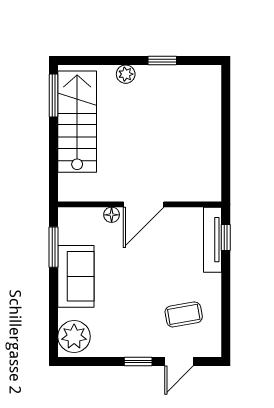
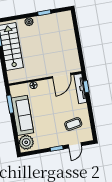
door: (144, 204) -> (61, 76), moved
sofa: (76, 276) -> (22, 115), width x1.36

